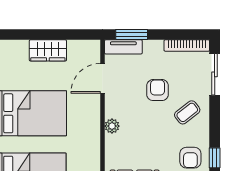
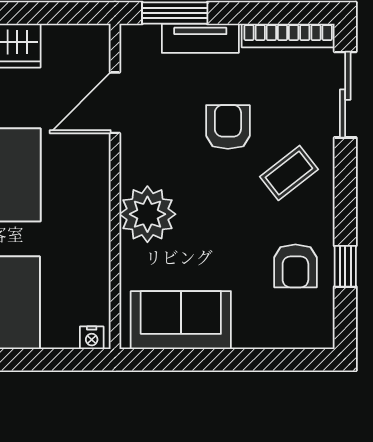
tv unit: (123, 47) -> (200, 38), moved
plant: (112, 126) -> (147, 214), width x1.88, depth x1.88

